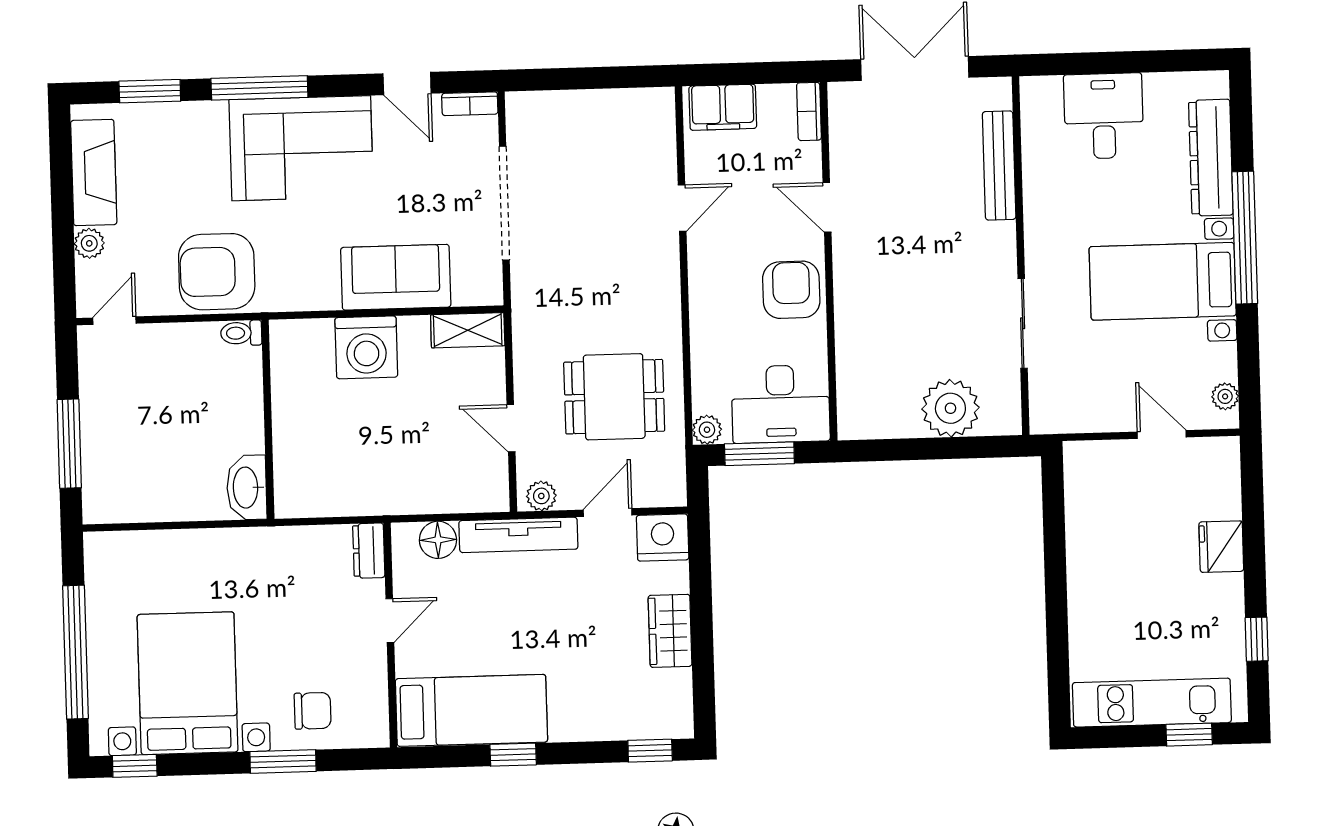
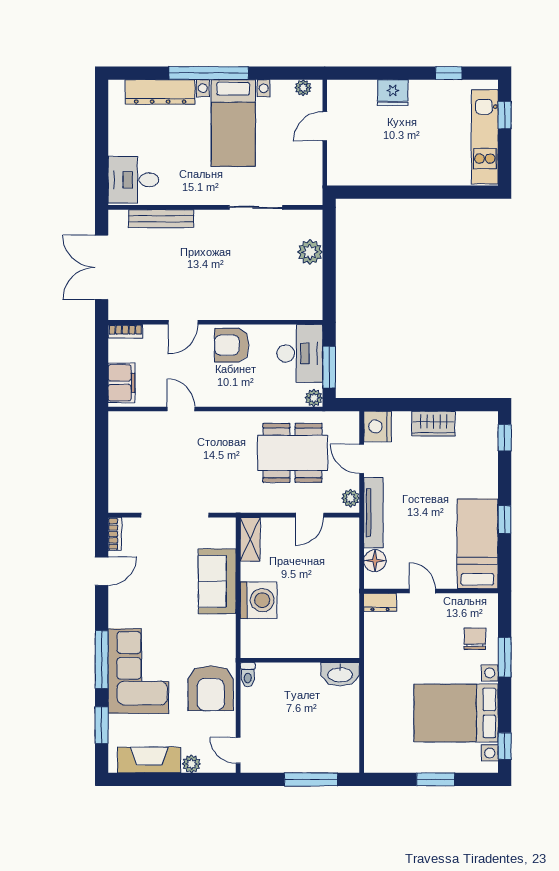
desk: (1104, 116) -> (133, 180), moved
corner sofa: (301, 148) -> (138, 671), moved
dining table: (614, 397) -> (292, 453), width x1.37
plant: (950, 408) -> (310, 252), width x0.73, depth x0.73
window: (75, 652) -> (436, 779), width x0.47

